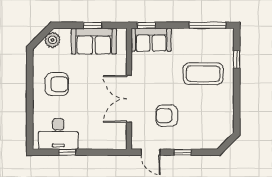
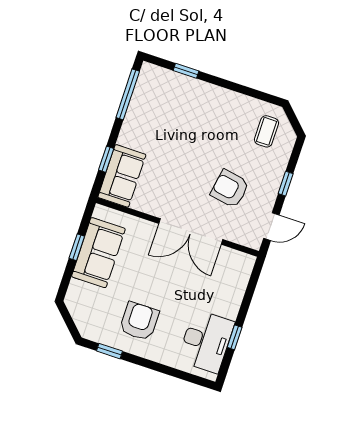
window: (146, 25) -> (106, 159), moved
plant: (52, 40) -> (79, 307), removed
window: (30, 71) -> (110, 351), added
coffee table: (203, 74) -> (266, 131), moved, width x0.54, depth x0.58
armchair: (167, 116) -> (230, 189), turned 100

